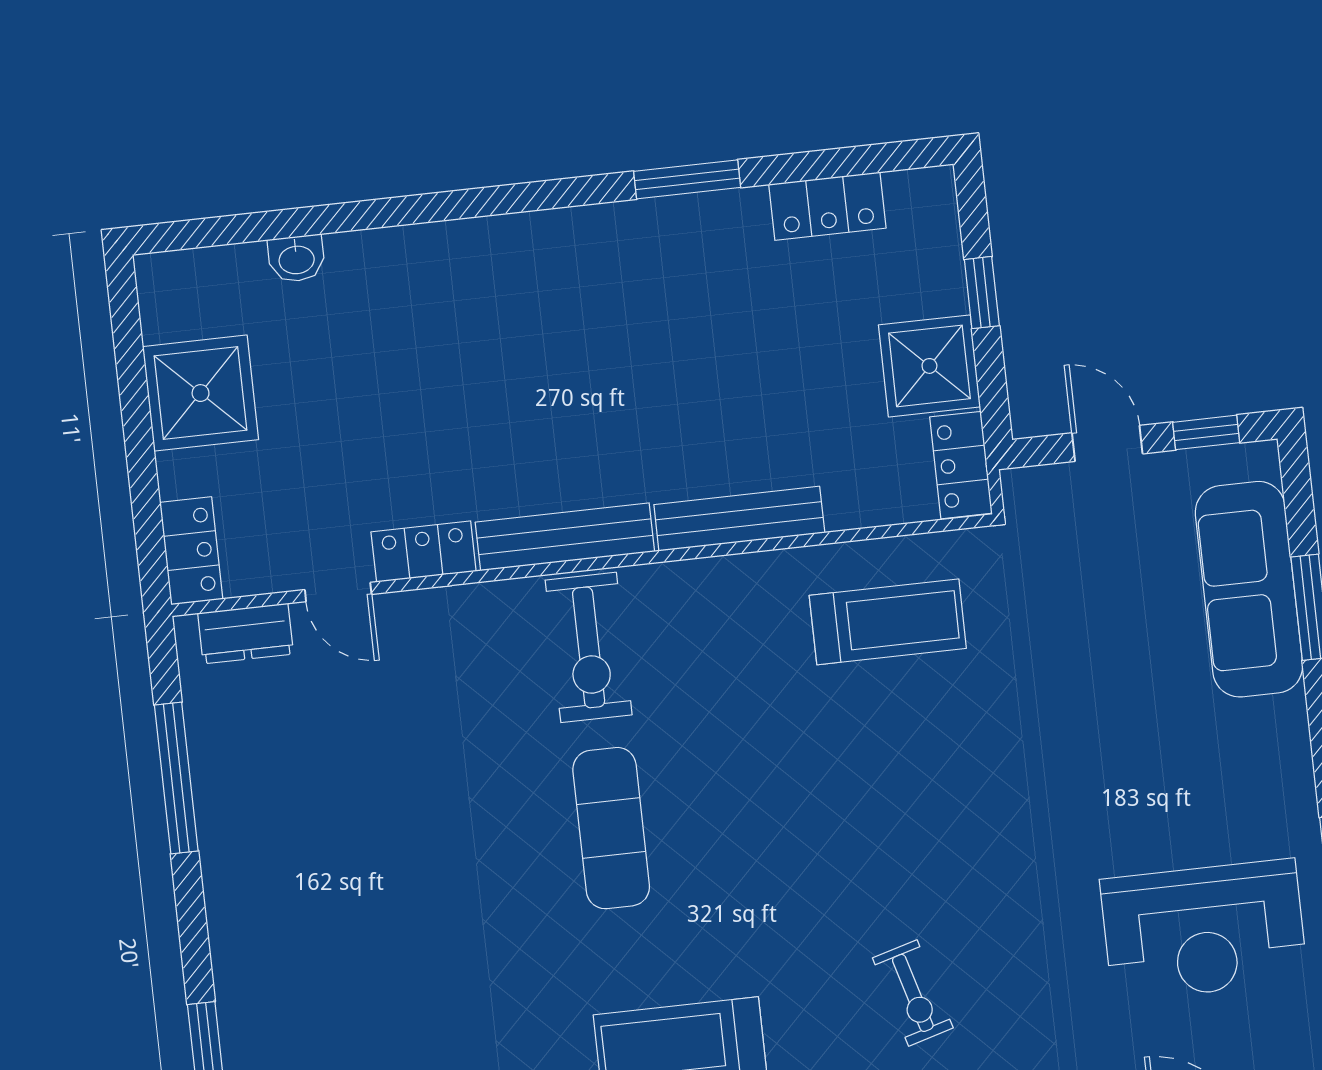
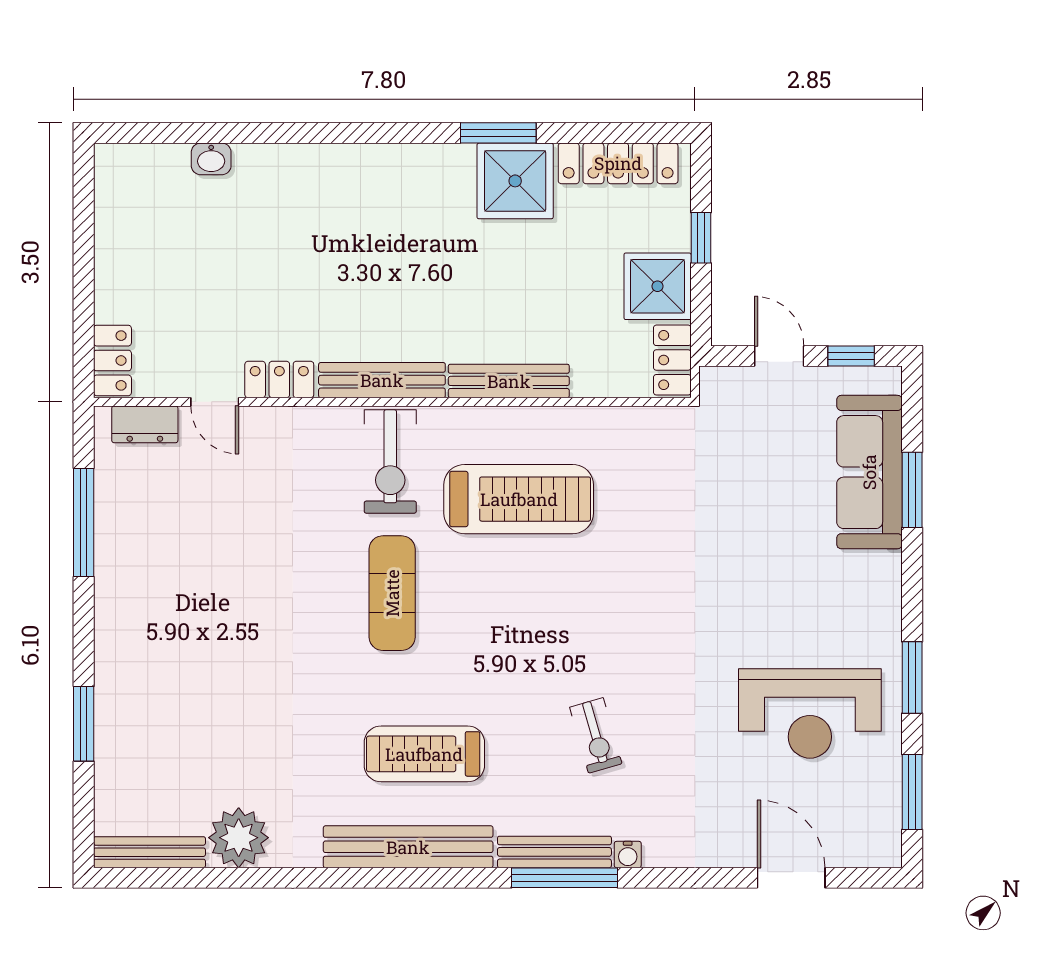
locker: (827, 206) -> (618, 163), width x1.53
shower: (201, 393) -> (515, 181), moved
treadmill: (888, 622) -> (519, 499), moved, width x1.37, depth x1.38

